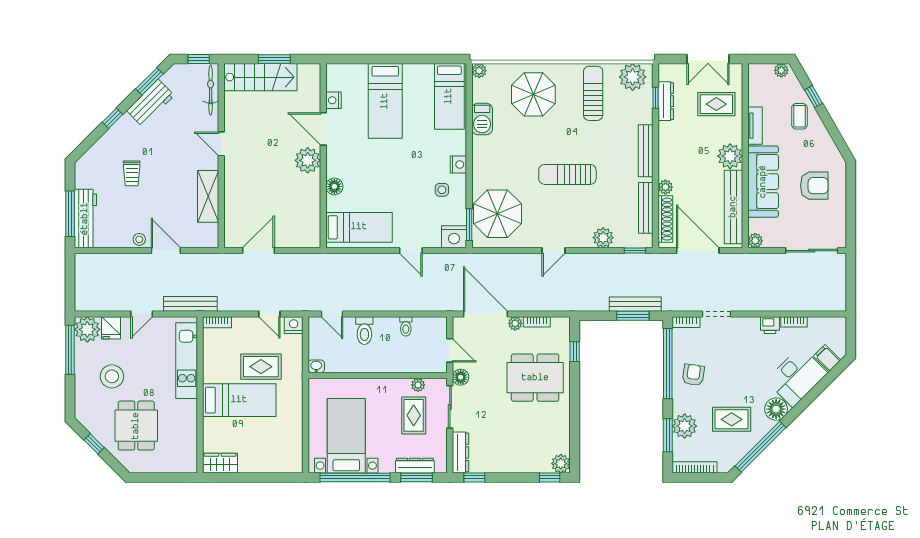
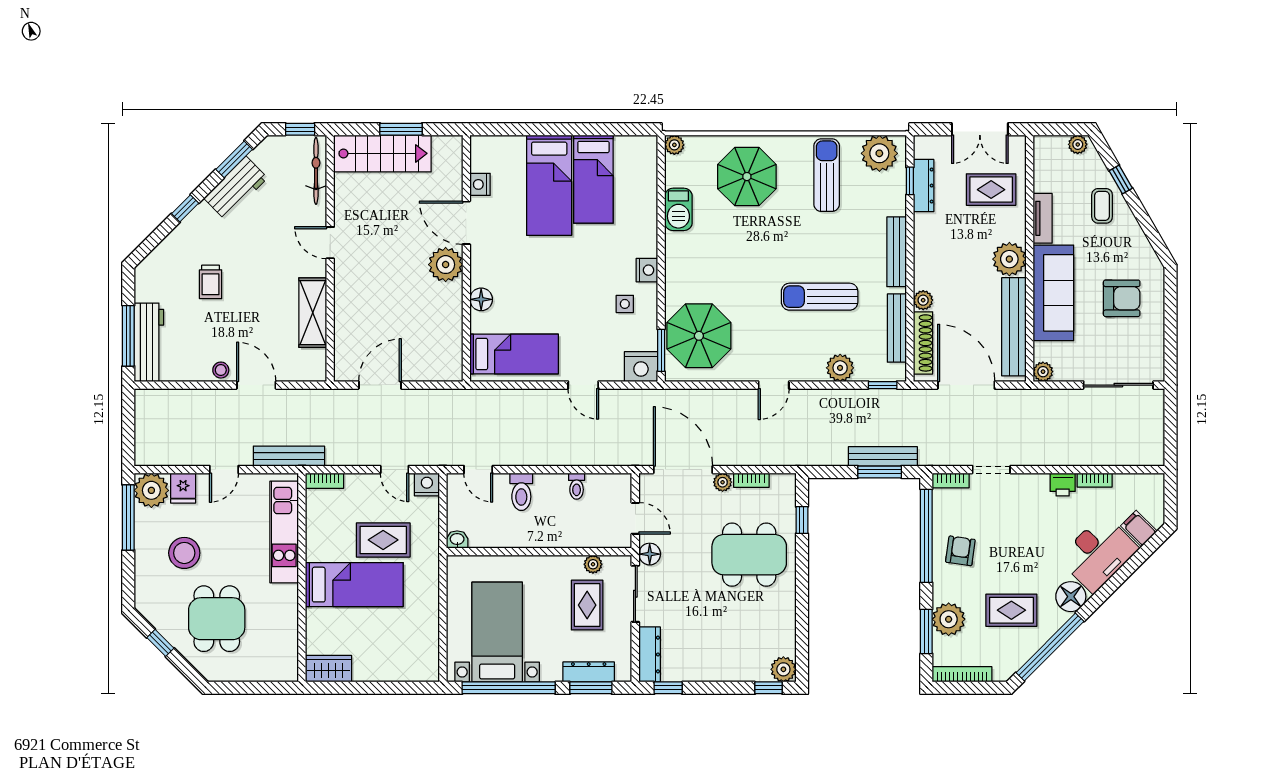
bed: (449, 96) -> (593, 179), moved
sun lounger: (567, 174) -> (820, 297), moved

